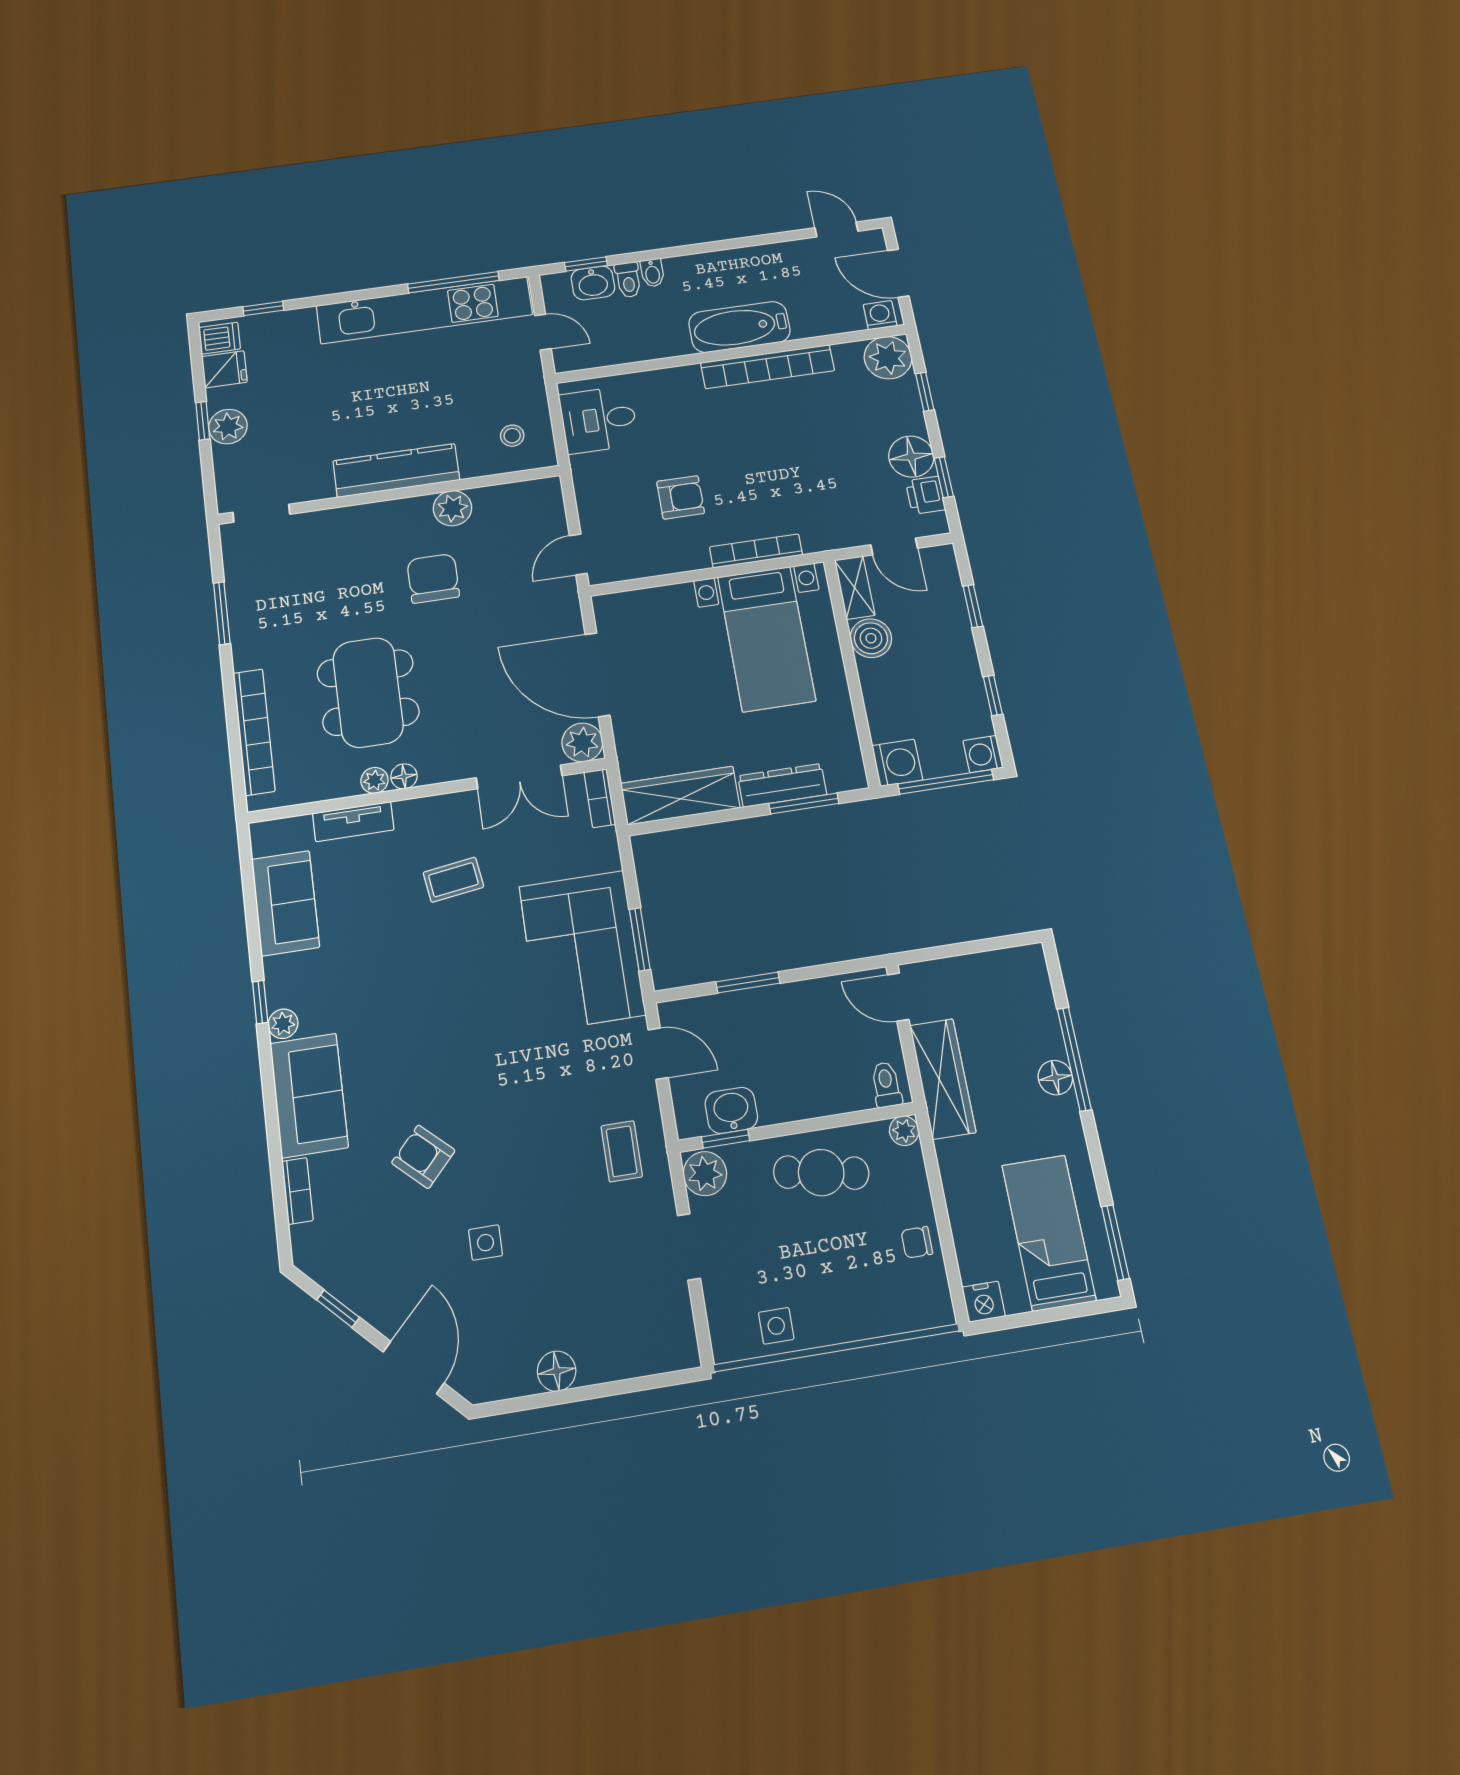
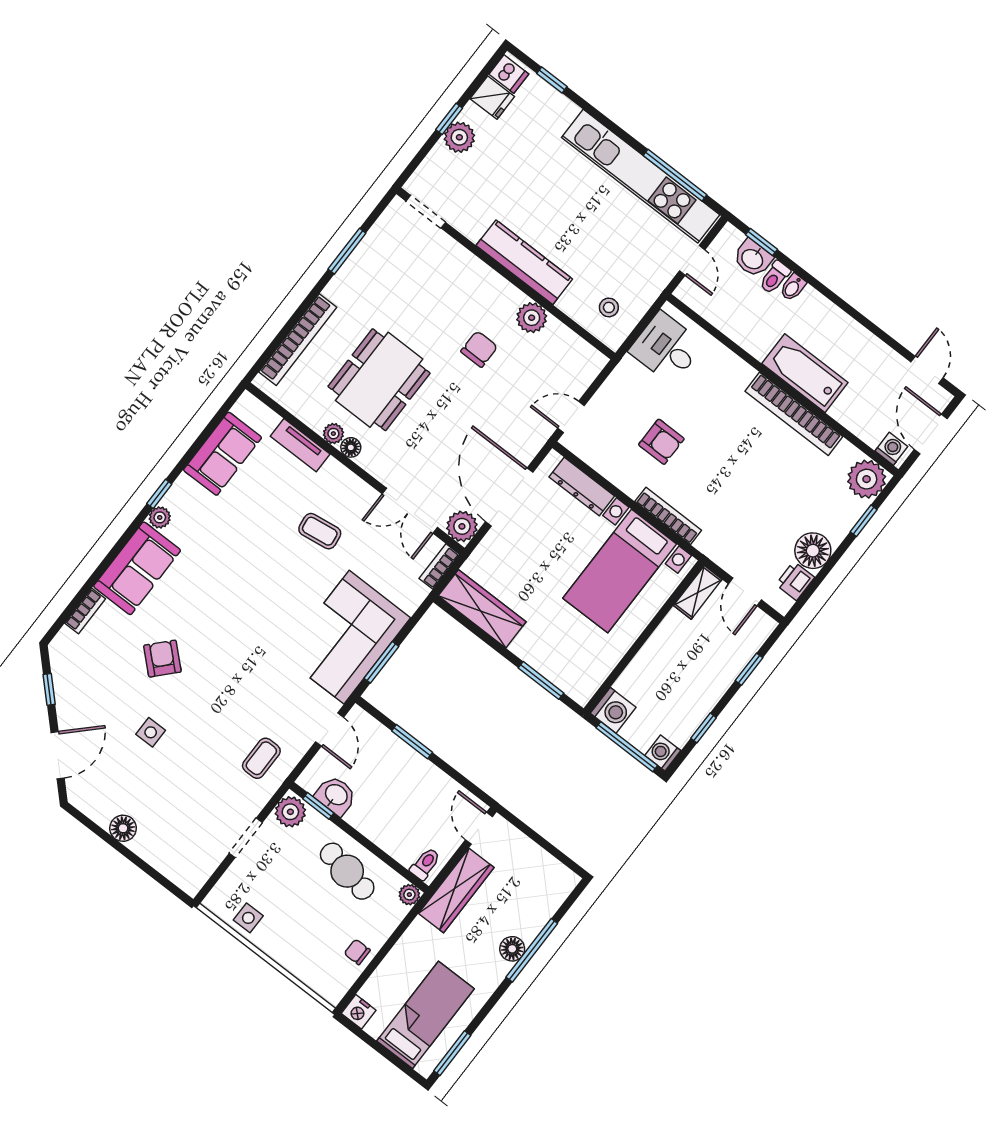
window: (944, 477) -> (817, 581), removed
chair: (433, 578) -> (479, 349), width x0.73, depth x0.73
boiler: (871, 638) -> (675, 629), removed
dresser: (782, 785) -> (582, 487), moved, turned 180

